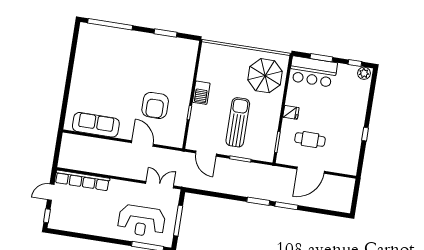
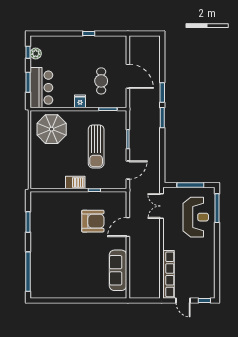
plant: (364, 73) -> (36, 53), moved
sun lounger: (238, 122) -> (96, 146), turned -90

